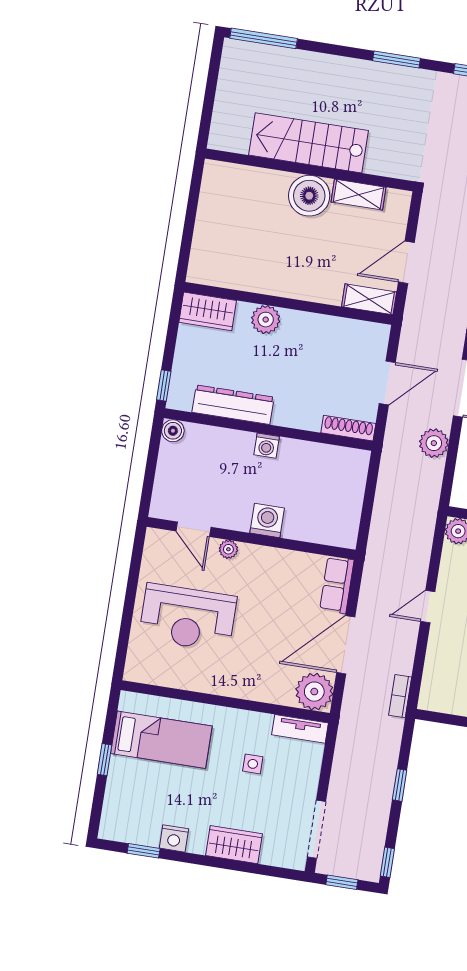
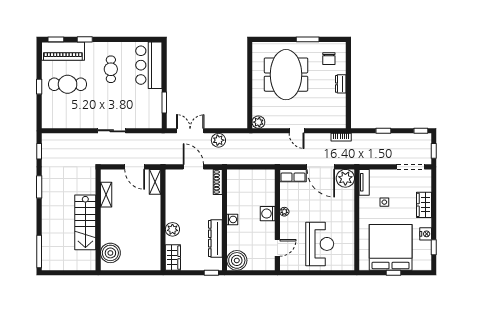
boiler: (309, 196) -> (110, 253), moved
boiler: (173, 431) -> (237, 260), width x1.86, depth x1.86
plant: (228, 549) -> (284, 212), moved
bed: (161, 740) -> (391, 247), width x2.04

